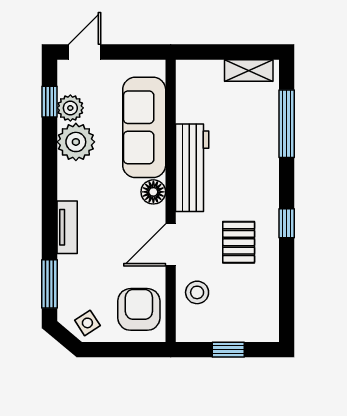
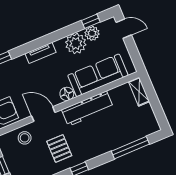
shelving: (249, 70) -> (139, 92), moved
tv unit: (67, 227) -> (41, 53), moved
pallet: (239, 242) -> (59, 148), turned 90

